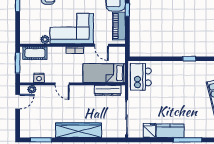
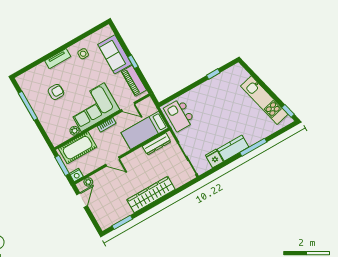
cot: (35, 53) -> (78, 148), width x1.37, depth x1.34
nightstand: (39, 78) -> (76, 175), moved

